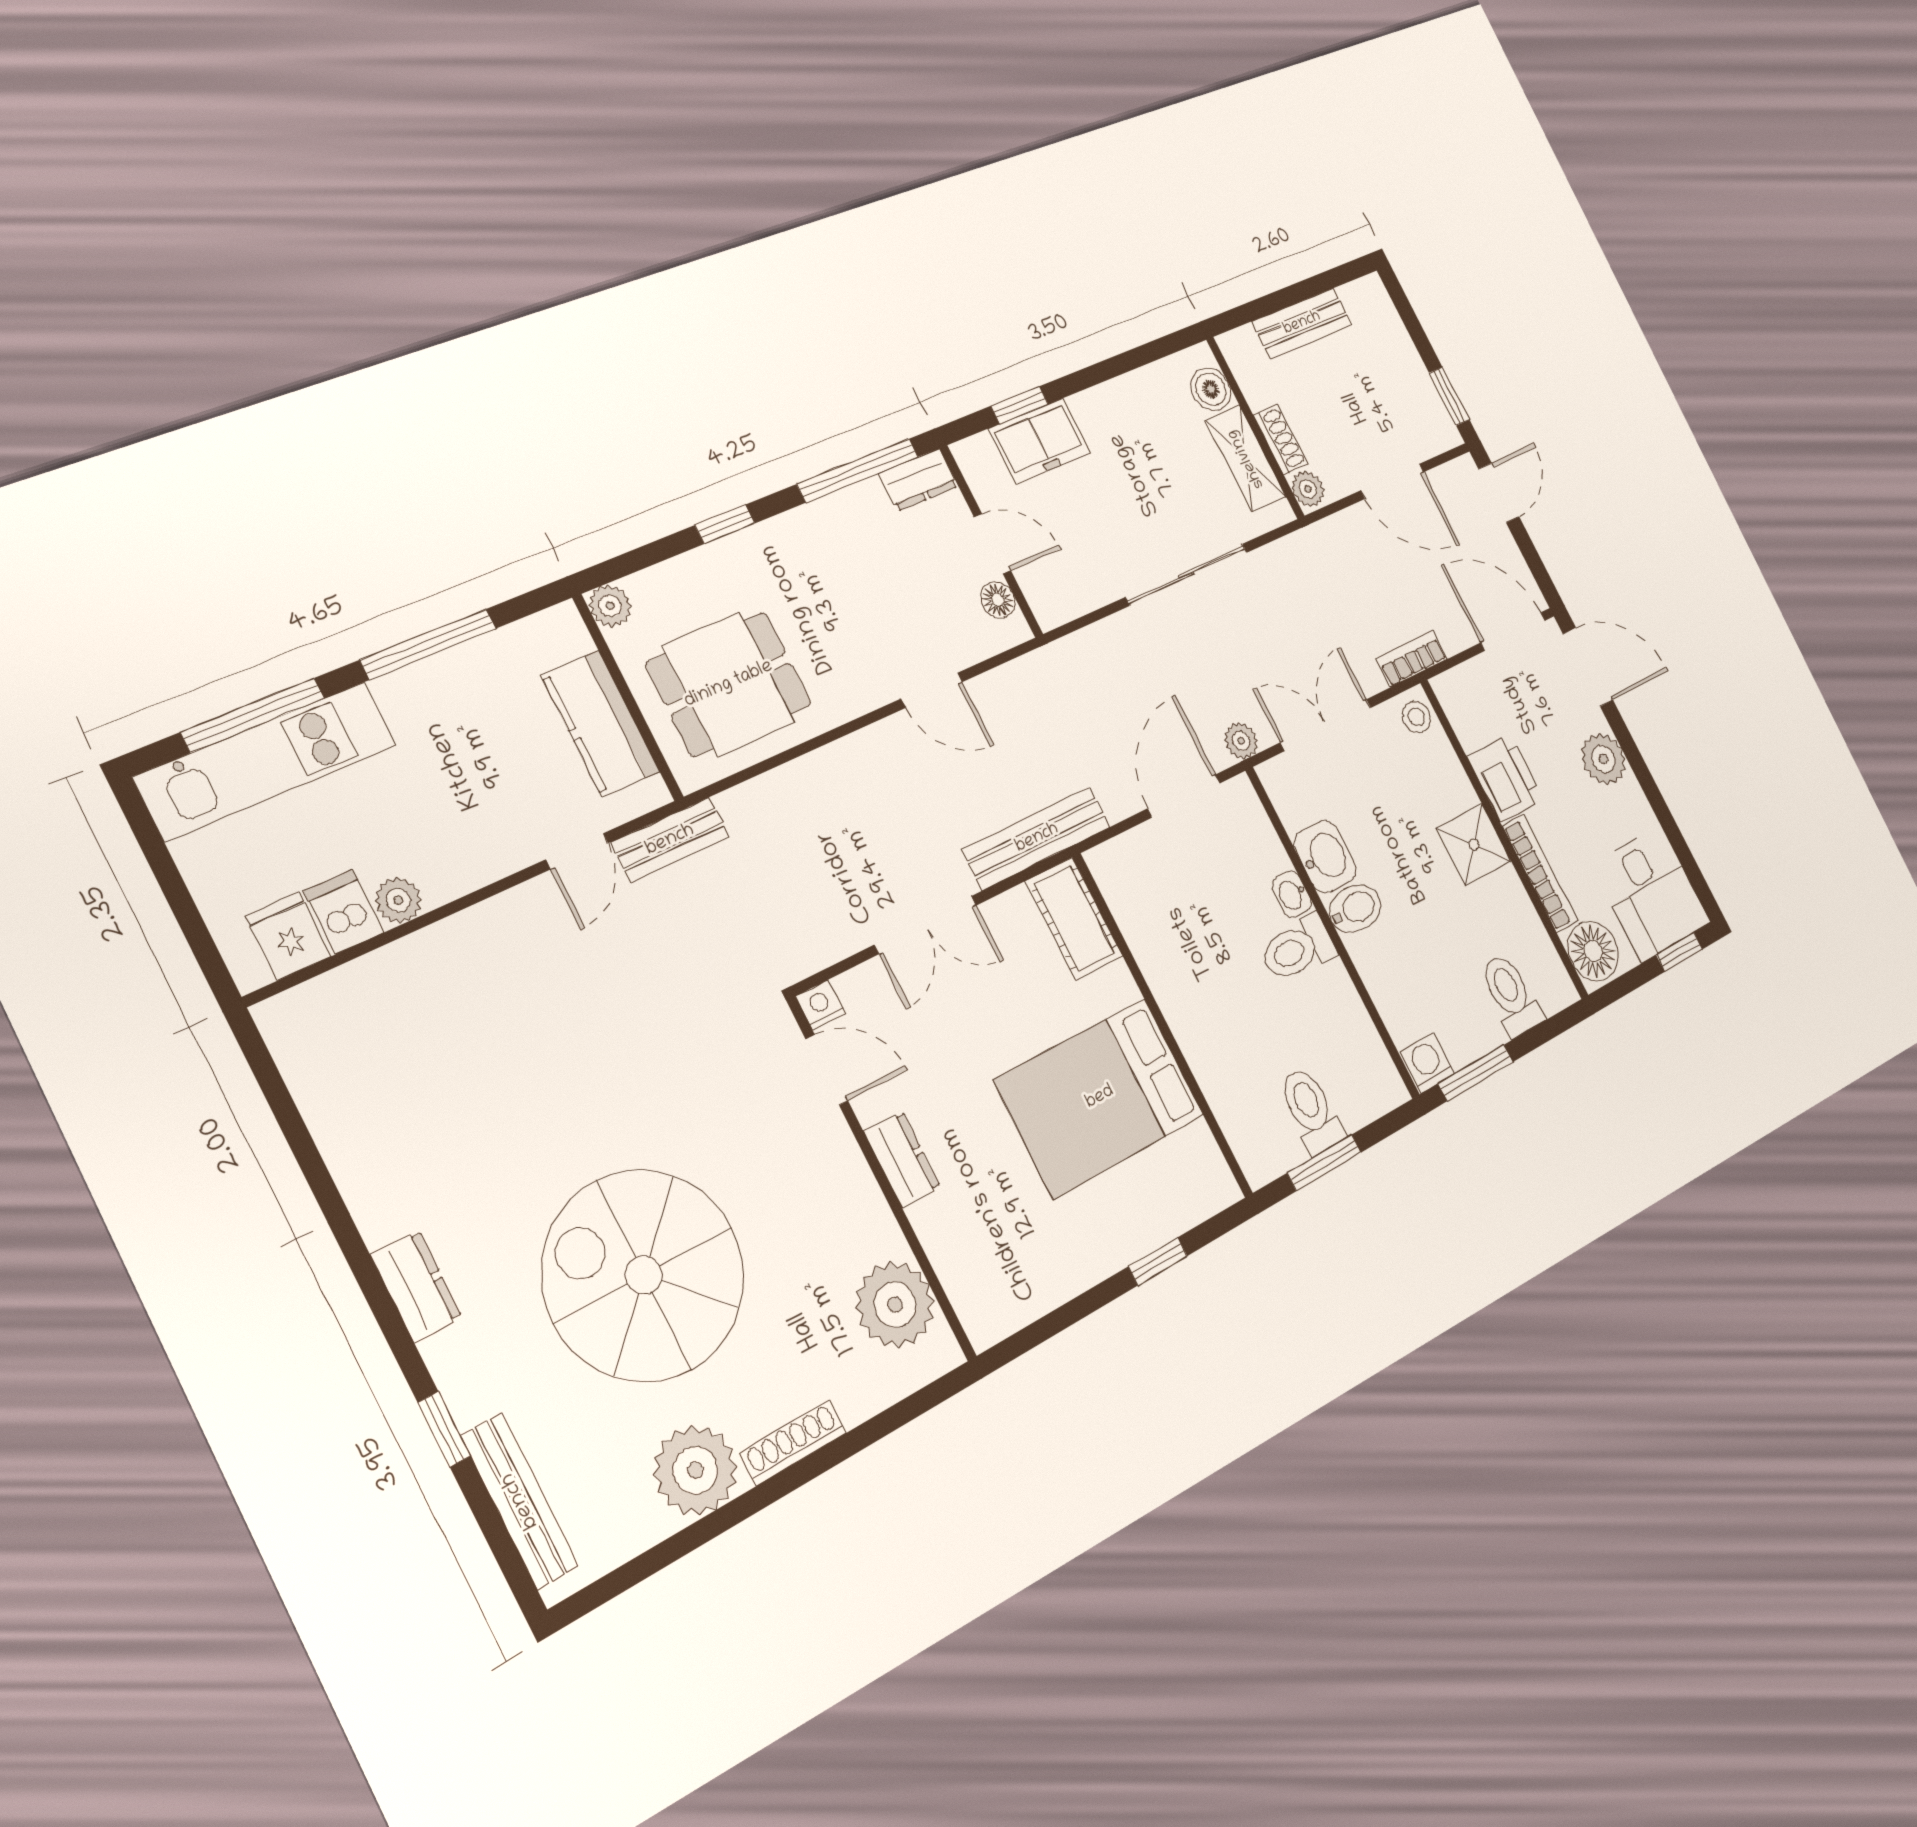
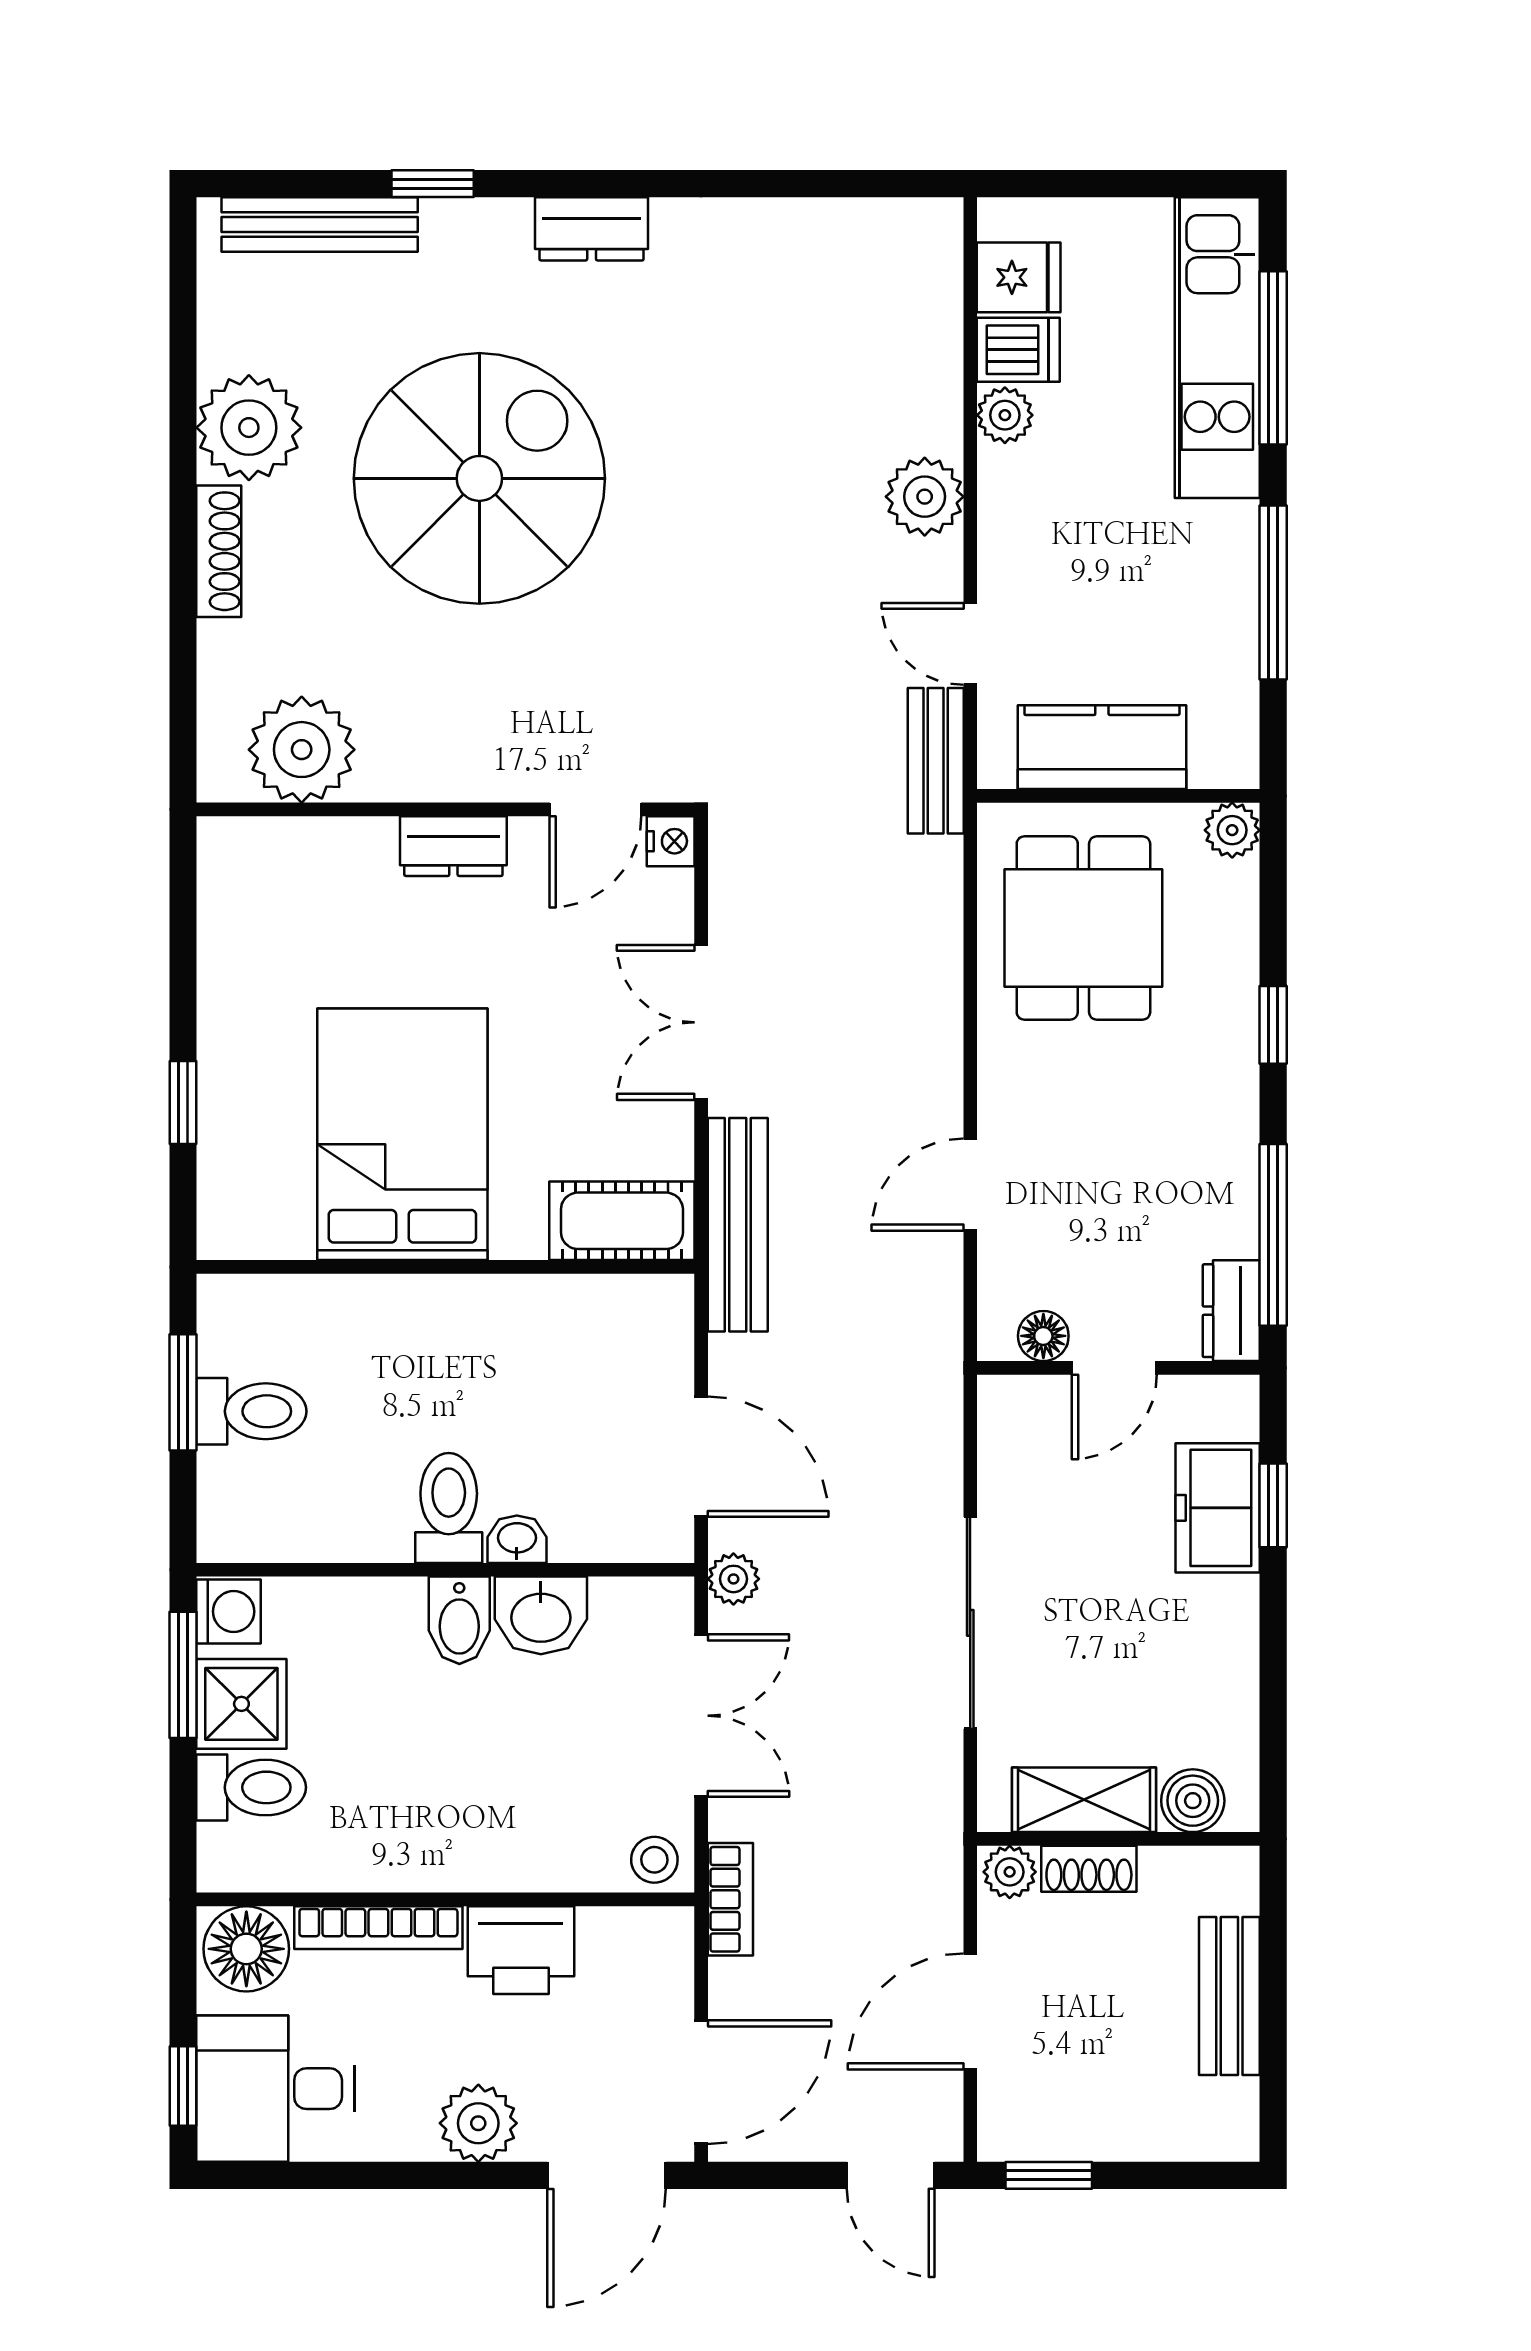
shower: (1474, 845) -> (241, 1704), moved
plant: (489, 933) -> (925, 497), added

